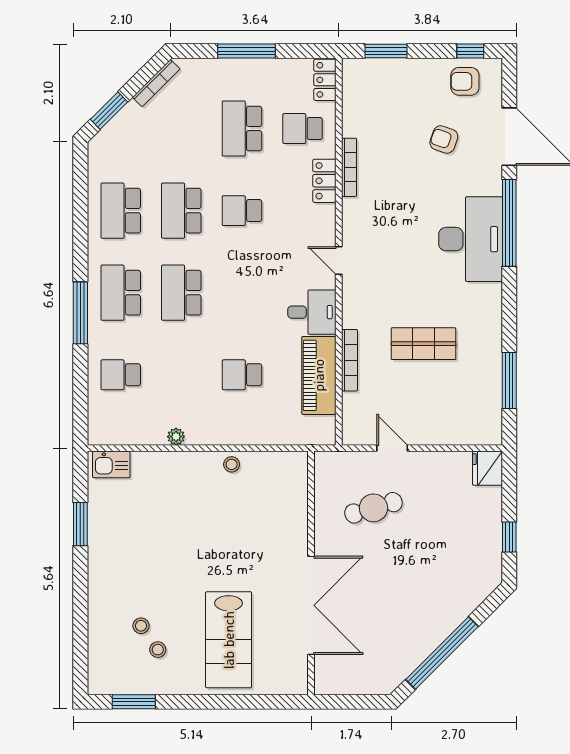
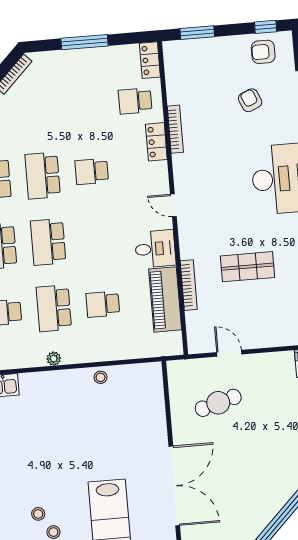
school desk: (242, 129) -> (54, 308), moved
armchair: (444, 139) -> (250, 100), turned 48

